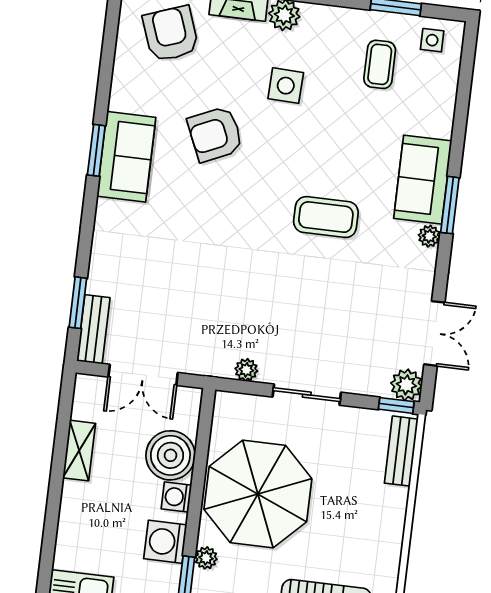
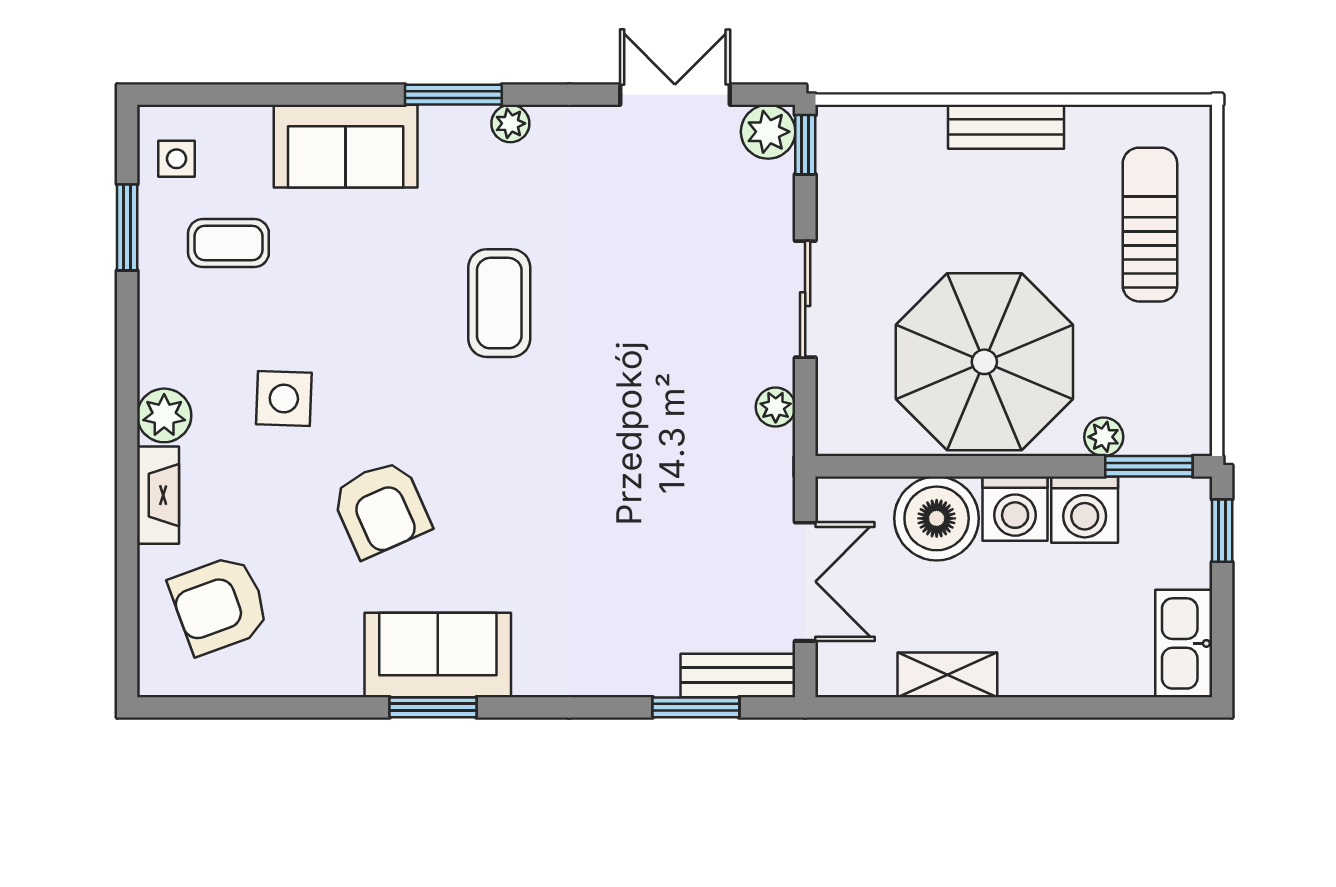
sofa: (423, 180) -> (346, 146), moved
bench: (401, 451) -> (1006, 127), moved
washing machine: (176, 497) -> (1015, 509), width x1.38, depth x1.38

